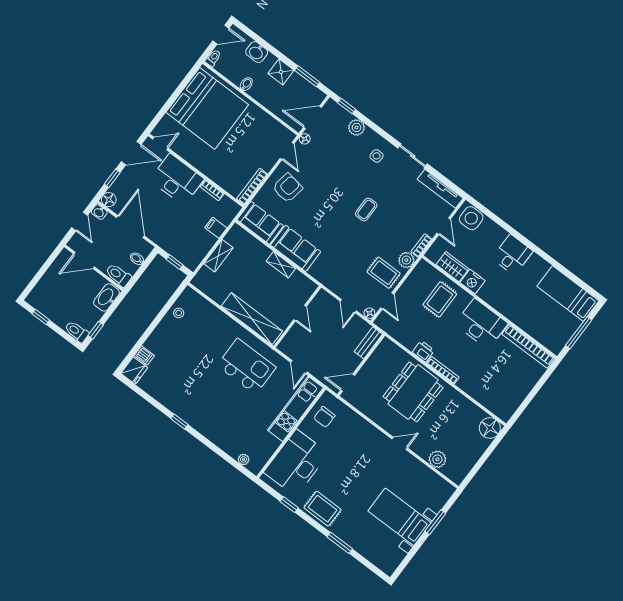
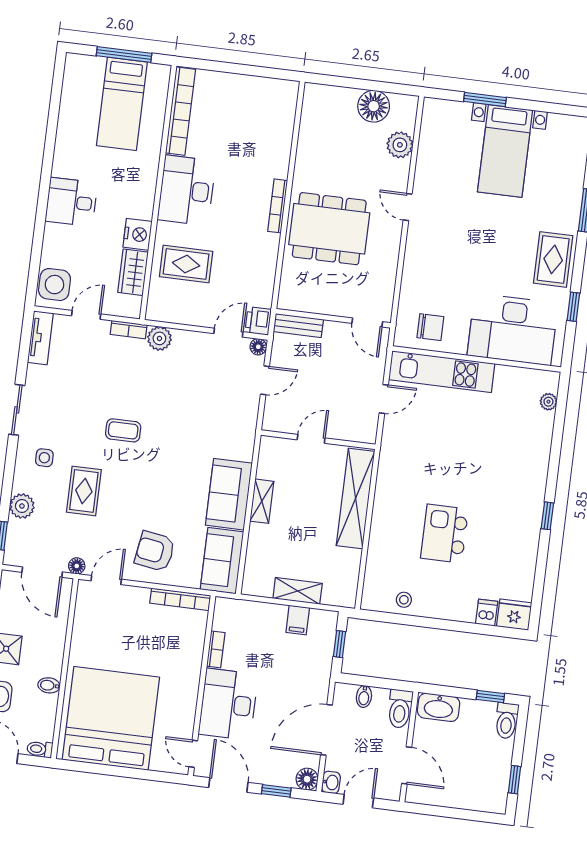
tv unit: (440, 189) -> (40, 338), width x0.71
filing cabinet: (216, 228) -> (298, 620), moved
rug: (384, 273) -> (84, 491), moved
bed: (568, 294) -> (122, 104), moved
printer: (423, 351) -> (258, 321), moved
kitchen island: (247, 366) -> (444, 534), moved, width x0.73, depth x0.78
floor lamp: (490, 428) -> (374, 106), moved

